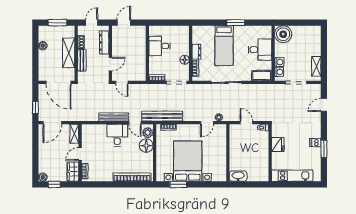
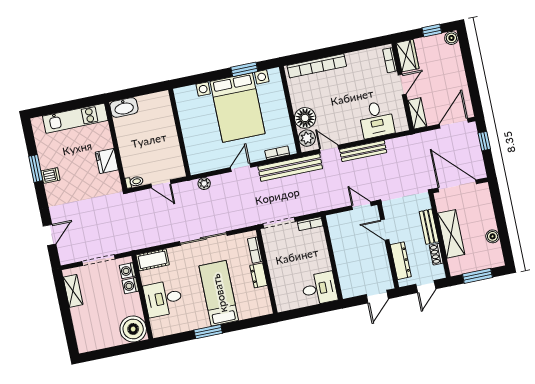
desk: (160, 46) -> (319, 288), moved
floor lamp: (185, 60) -> (274, 260), removed
door: (110, 64) -> (385, 230), hinge flipped
door: (207, 123) -> (241, 167), moved
desk: (117, 135) -> (376, 120), moved
washbasin: (238, 176) -> (124, 107), moved

